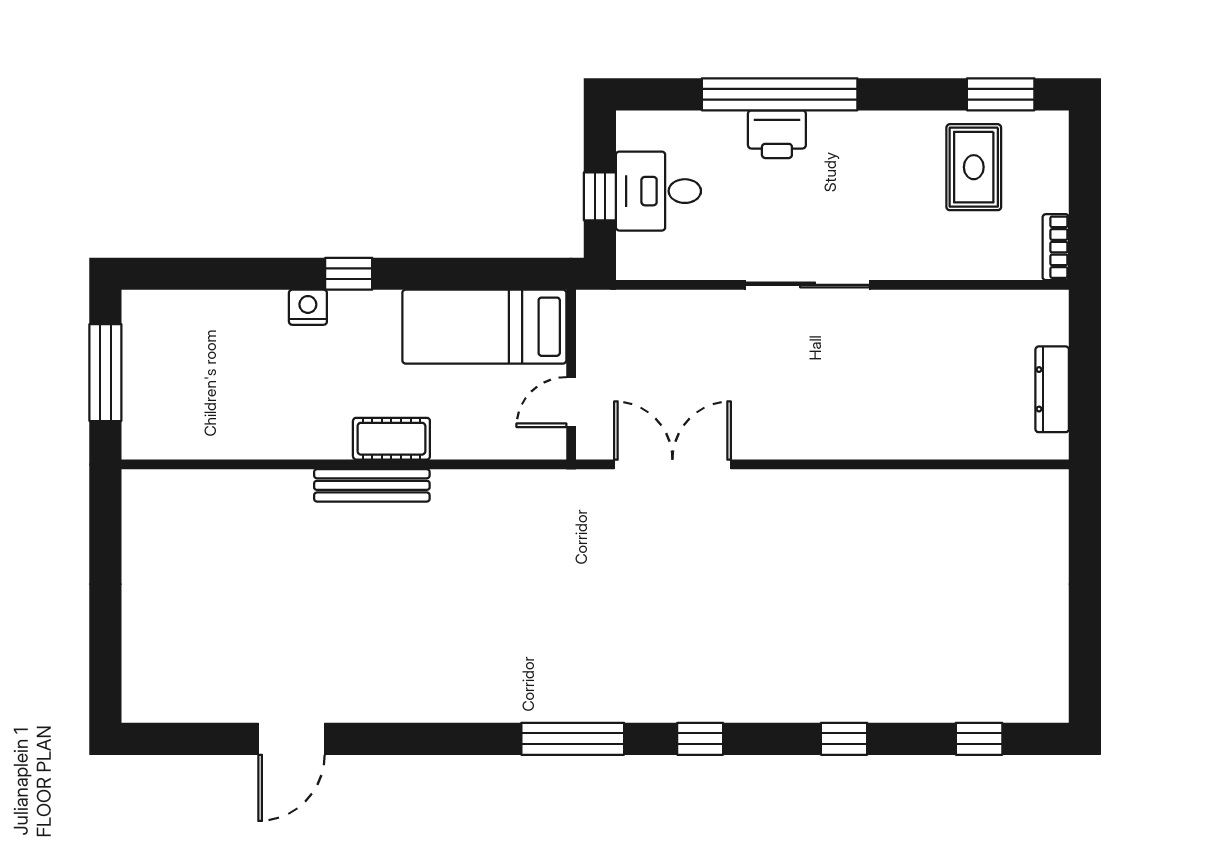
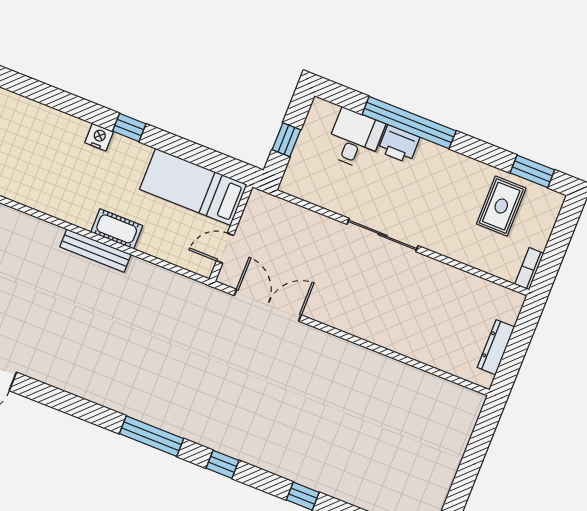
desk: (658, 191) -> (355, 139), moved, turned 90

